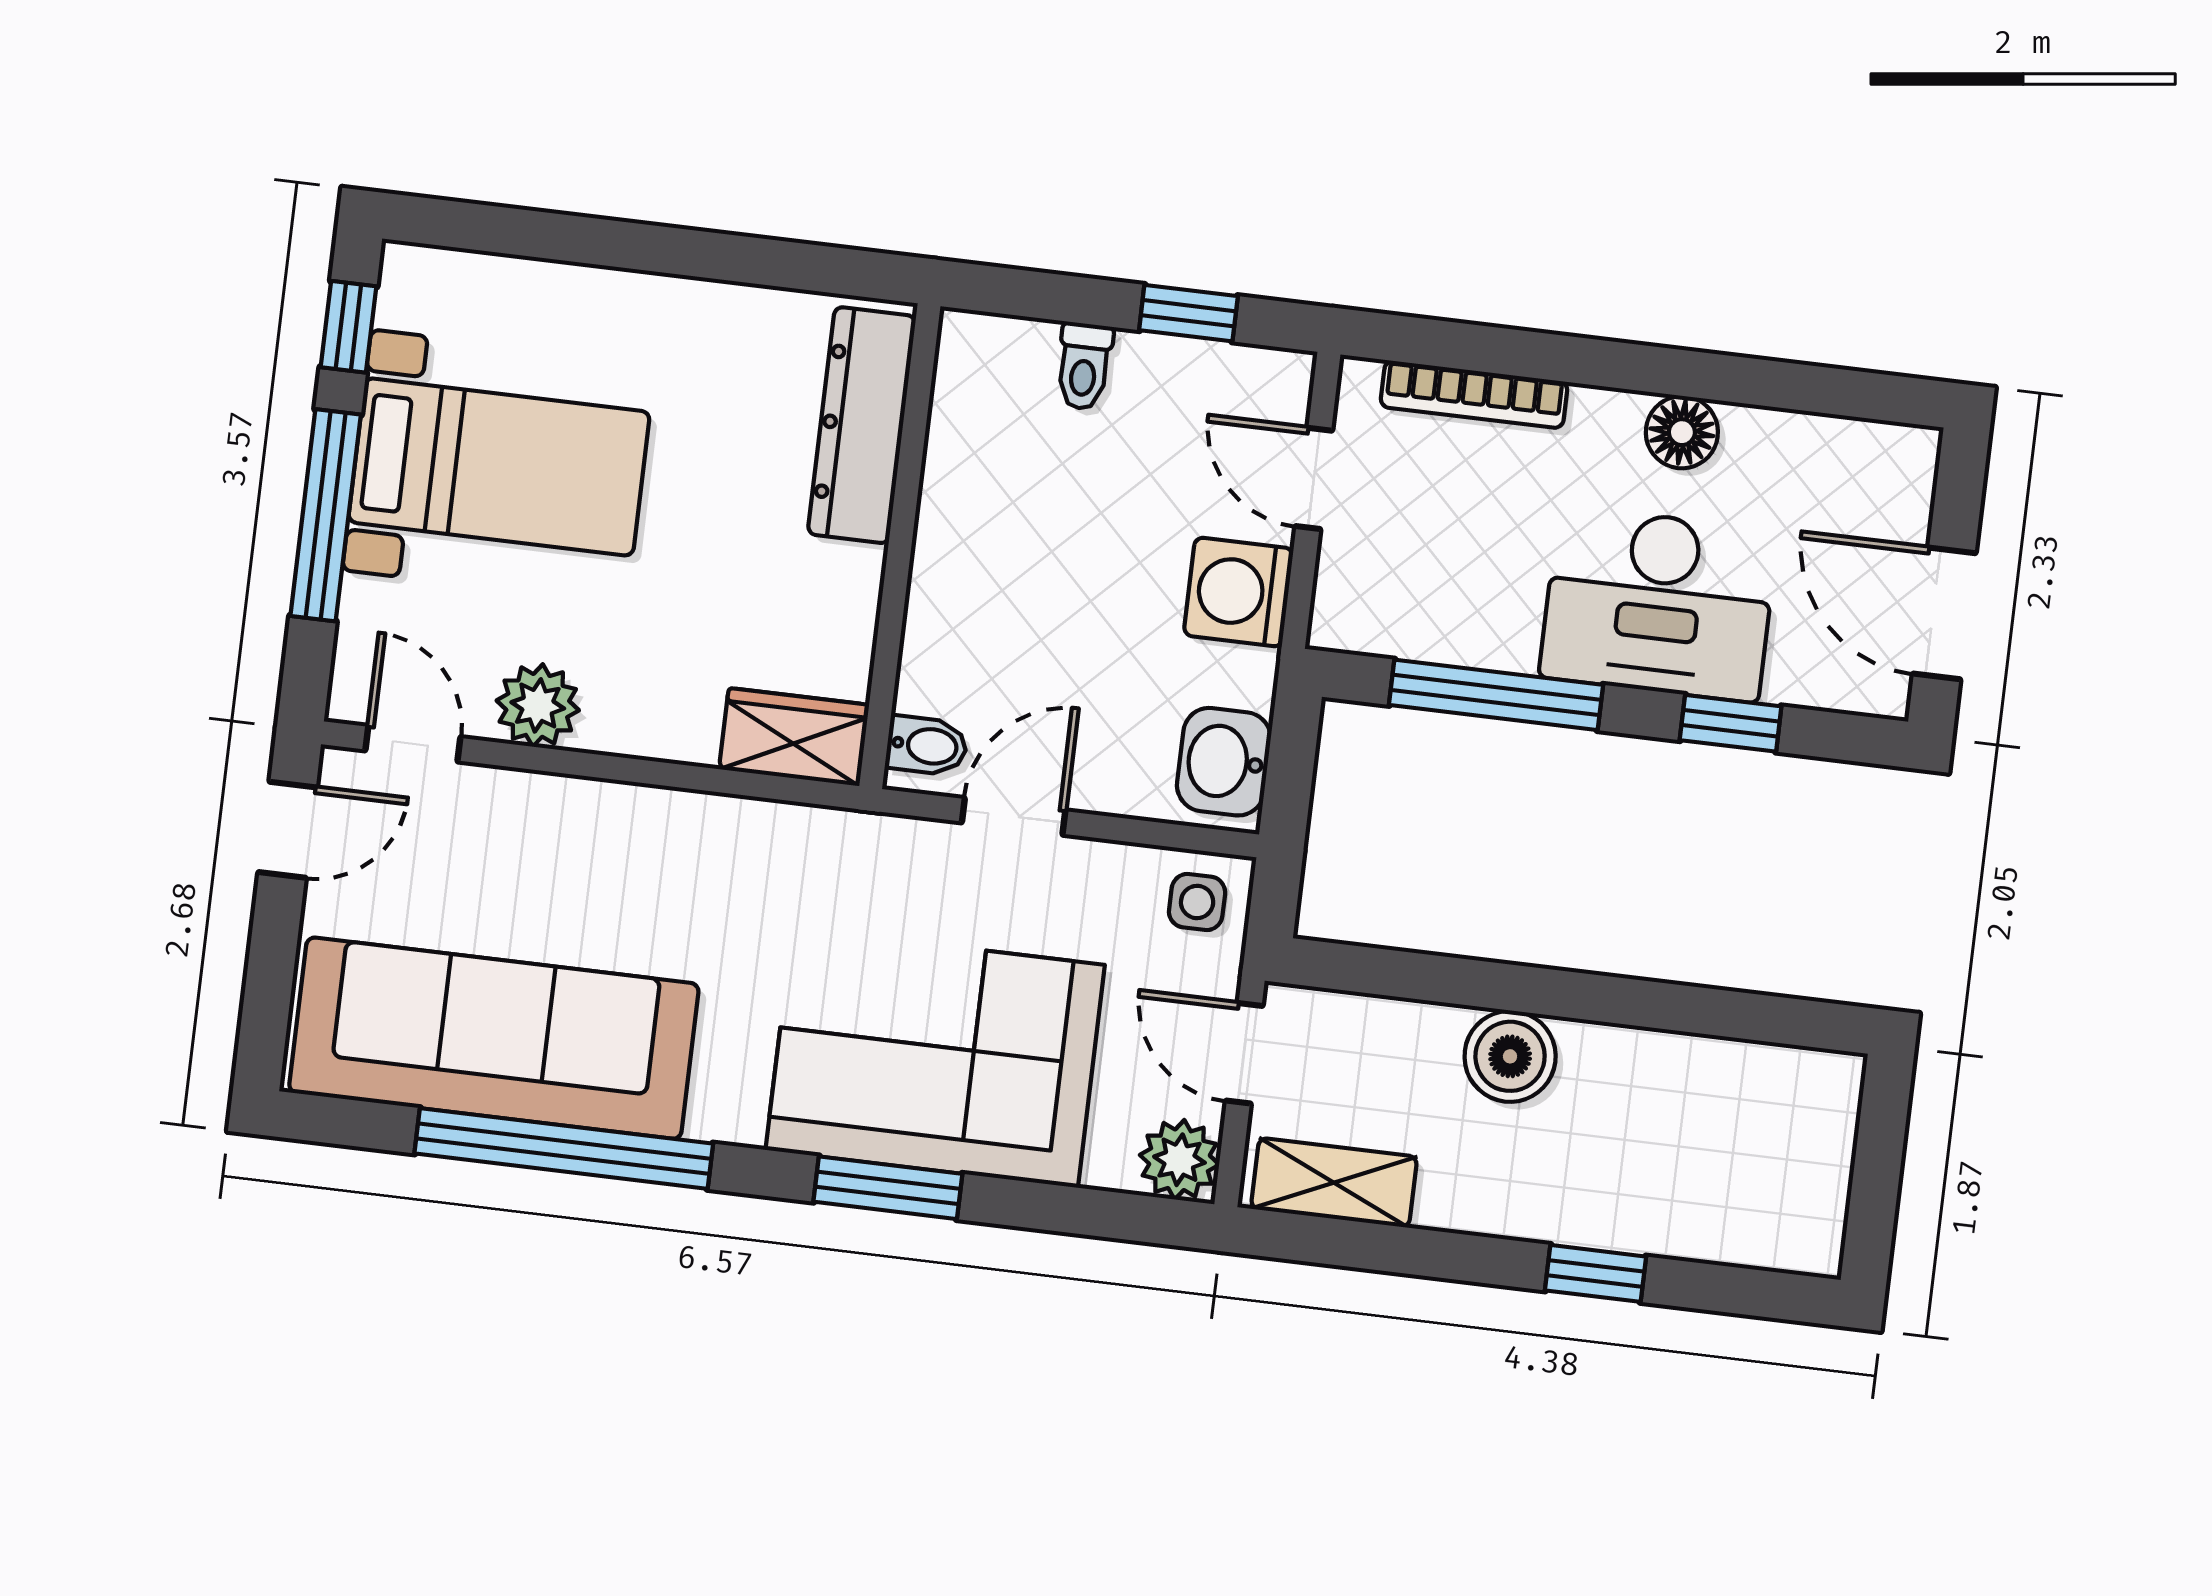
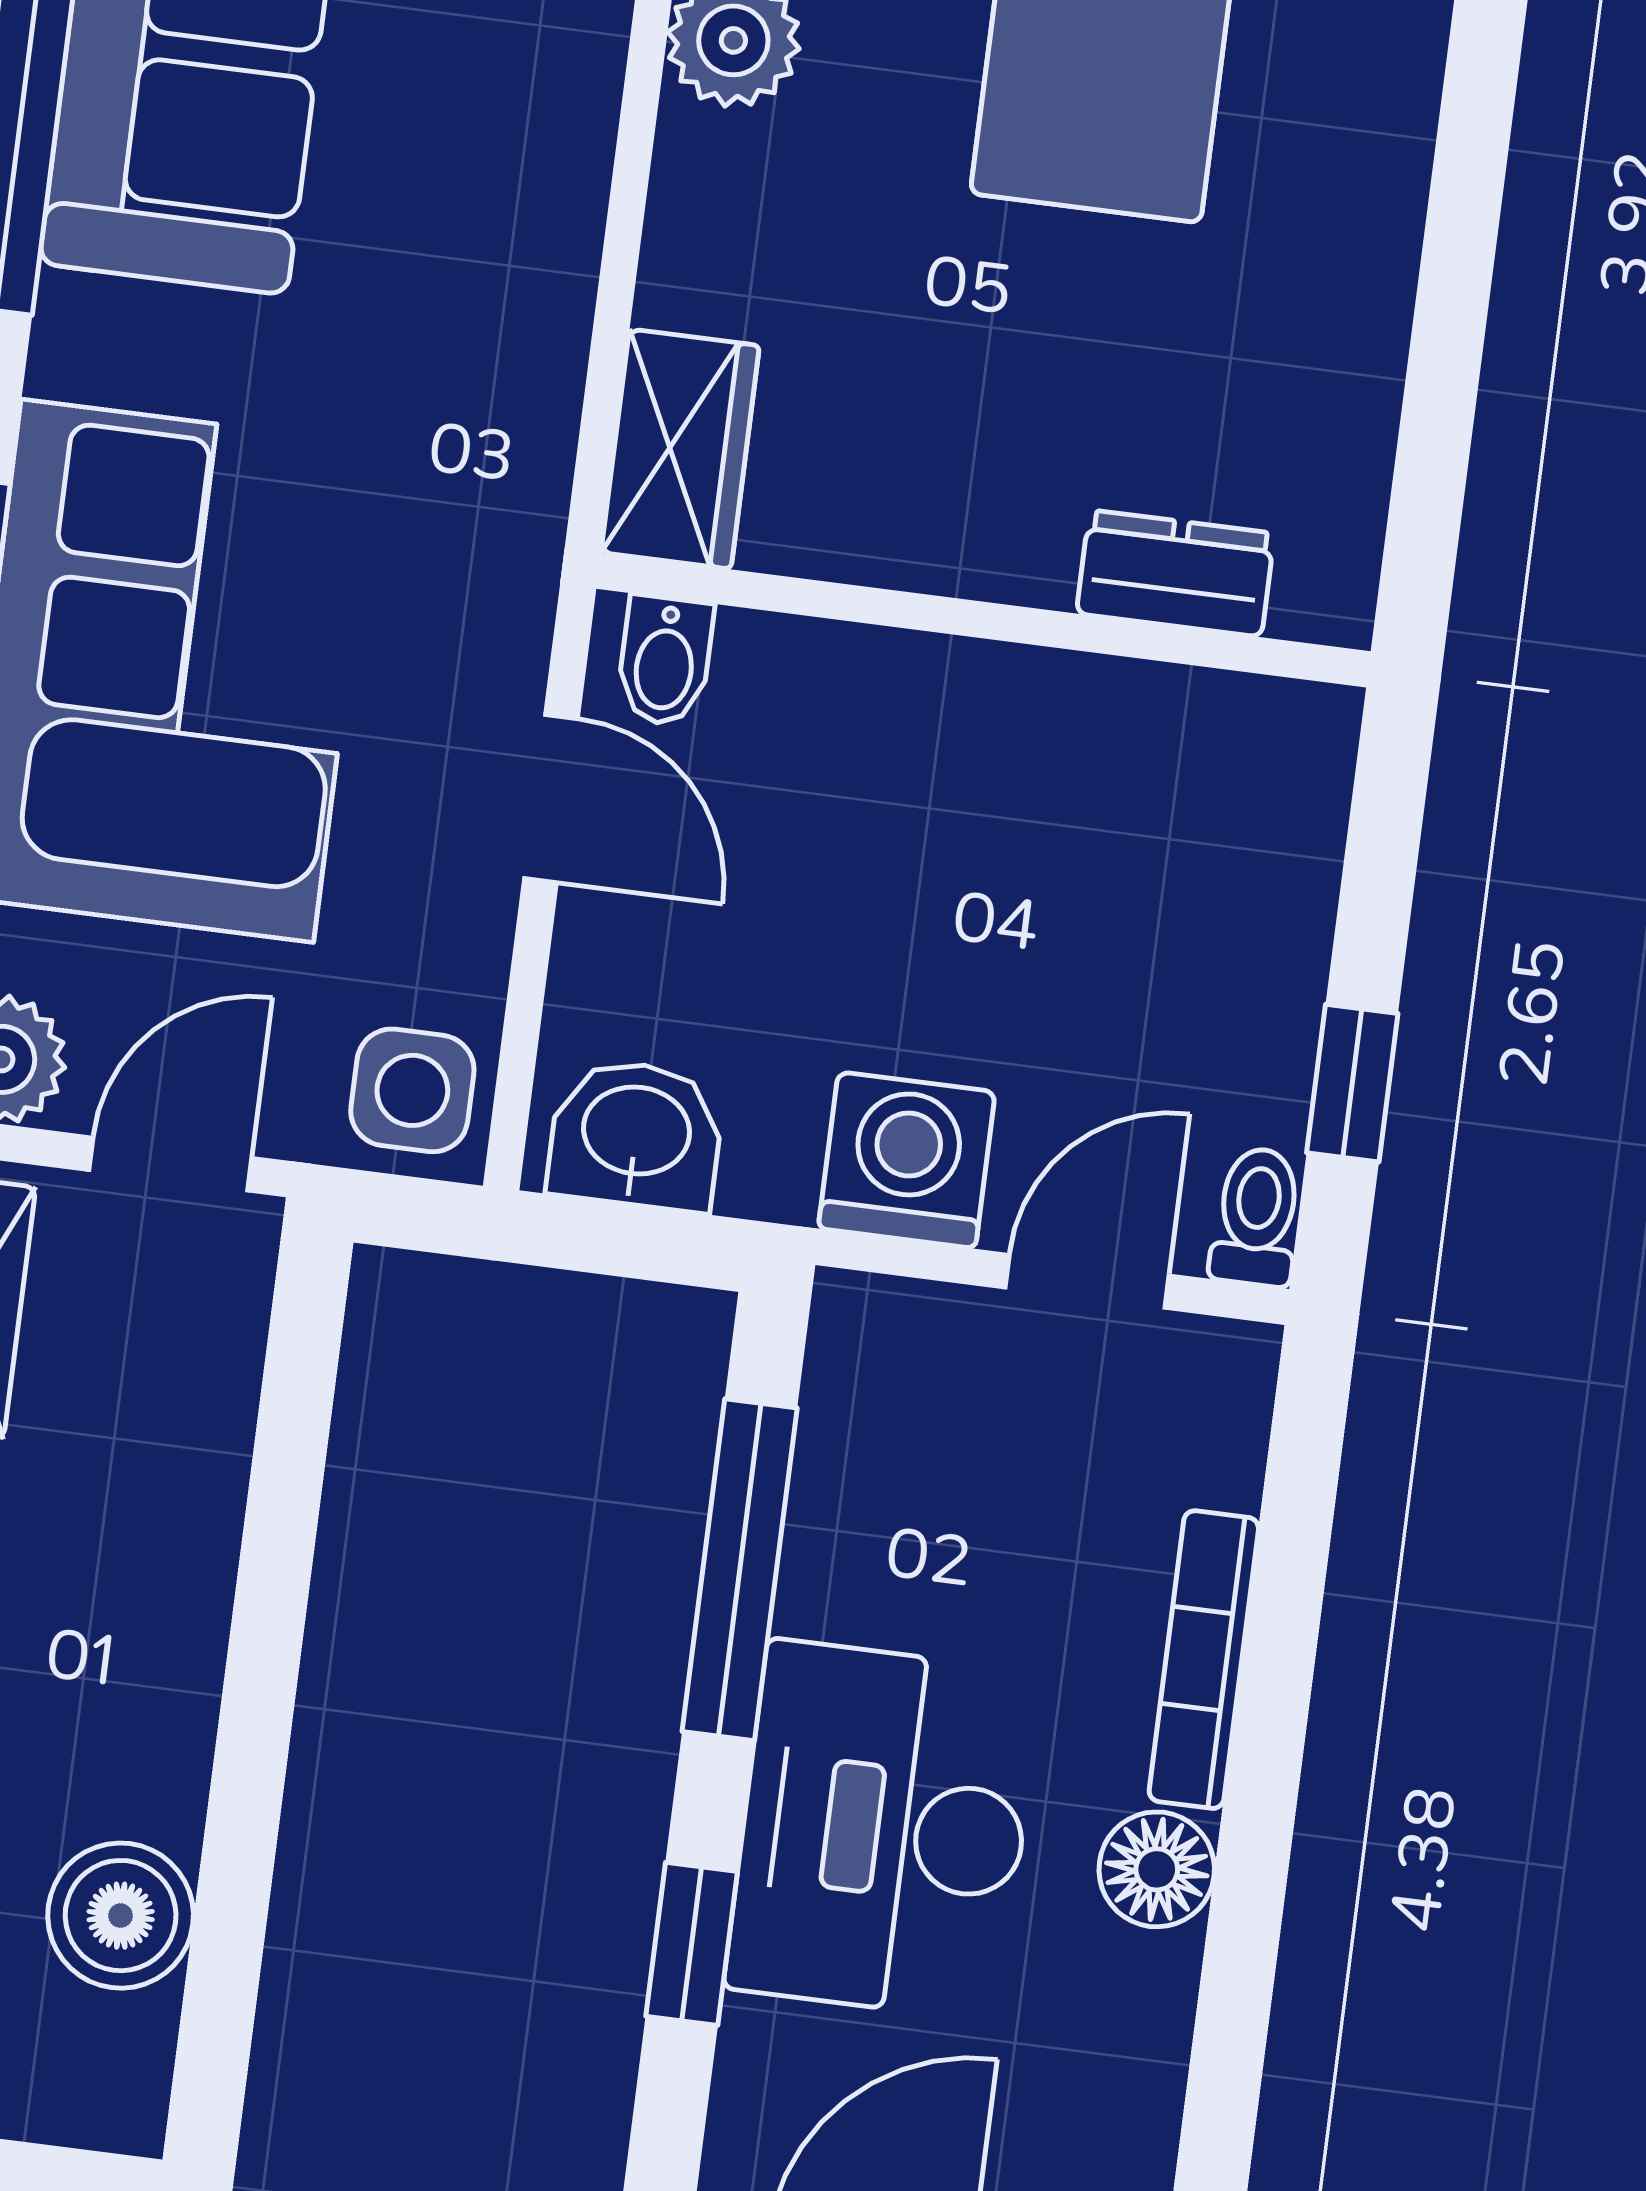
toilet: (1084, 366) -> (1257, 1217), moved, turned 90
bookcase: (1474, 394) -> (1204, 1660), moved
dresser: (862, 425) -> (1175, 573), width x0.51, depth x0.80
side table: (1197, 902) -> (412, 1090), width x1.37, depth x1.37
boiler: (1510, 1056) -> (121, 1916), moved

